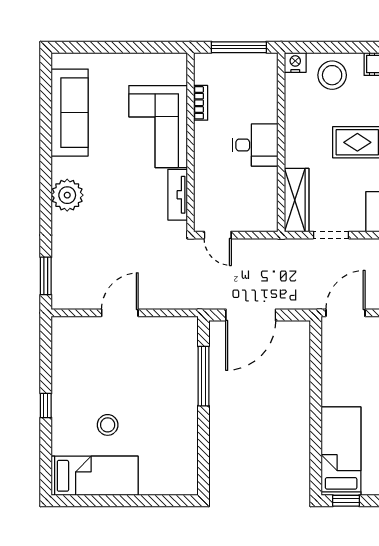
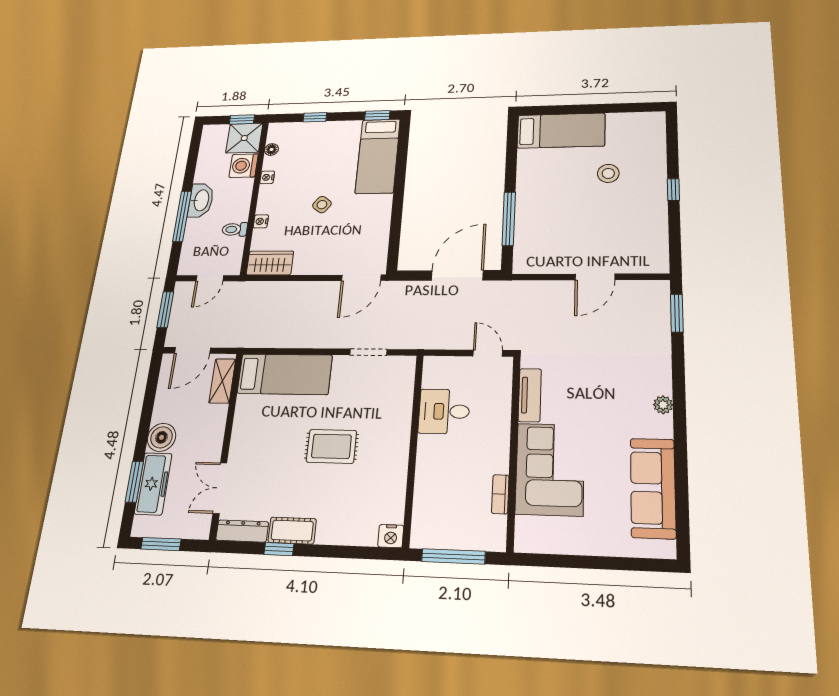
stool: (332, 75) -> (351, 520), removed
desk: (255, 145) -> (444, 411), moved
plant: (67, 195) -> (663, 405), width x0.53, depth x0.53
wardrobe: (297, 200) -> (401, 388), removed
bed: (95, 476) -> (561, 131), moved, turned 180

